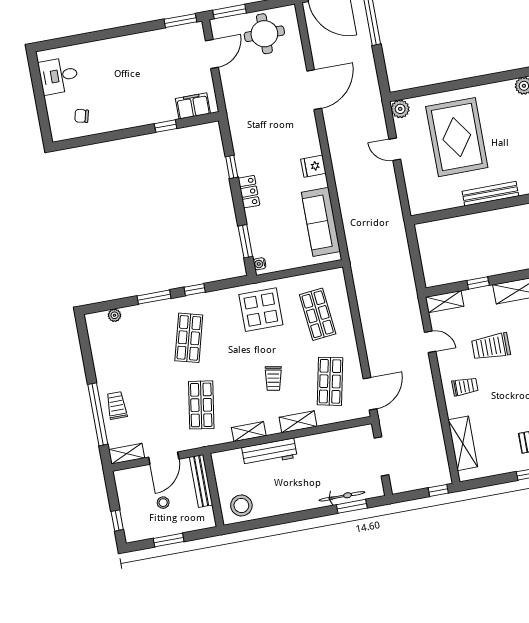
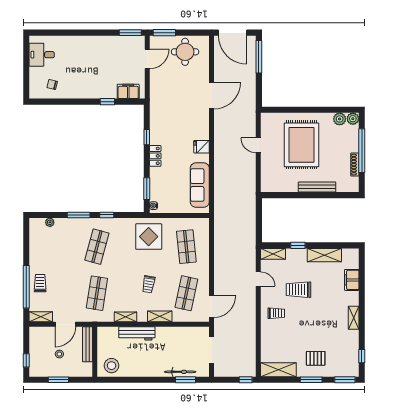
plant: (400, 109) -> (340, 119), moved
shelving: (463, 443) -> (278, 370), moved, turned 90

